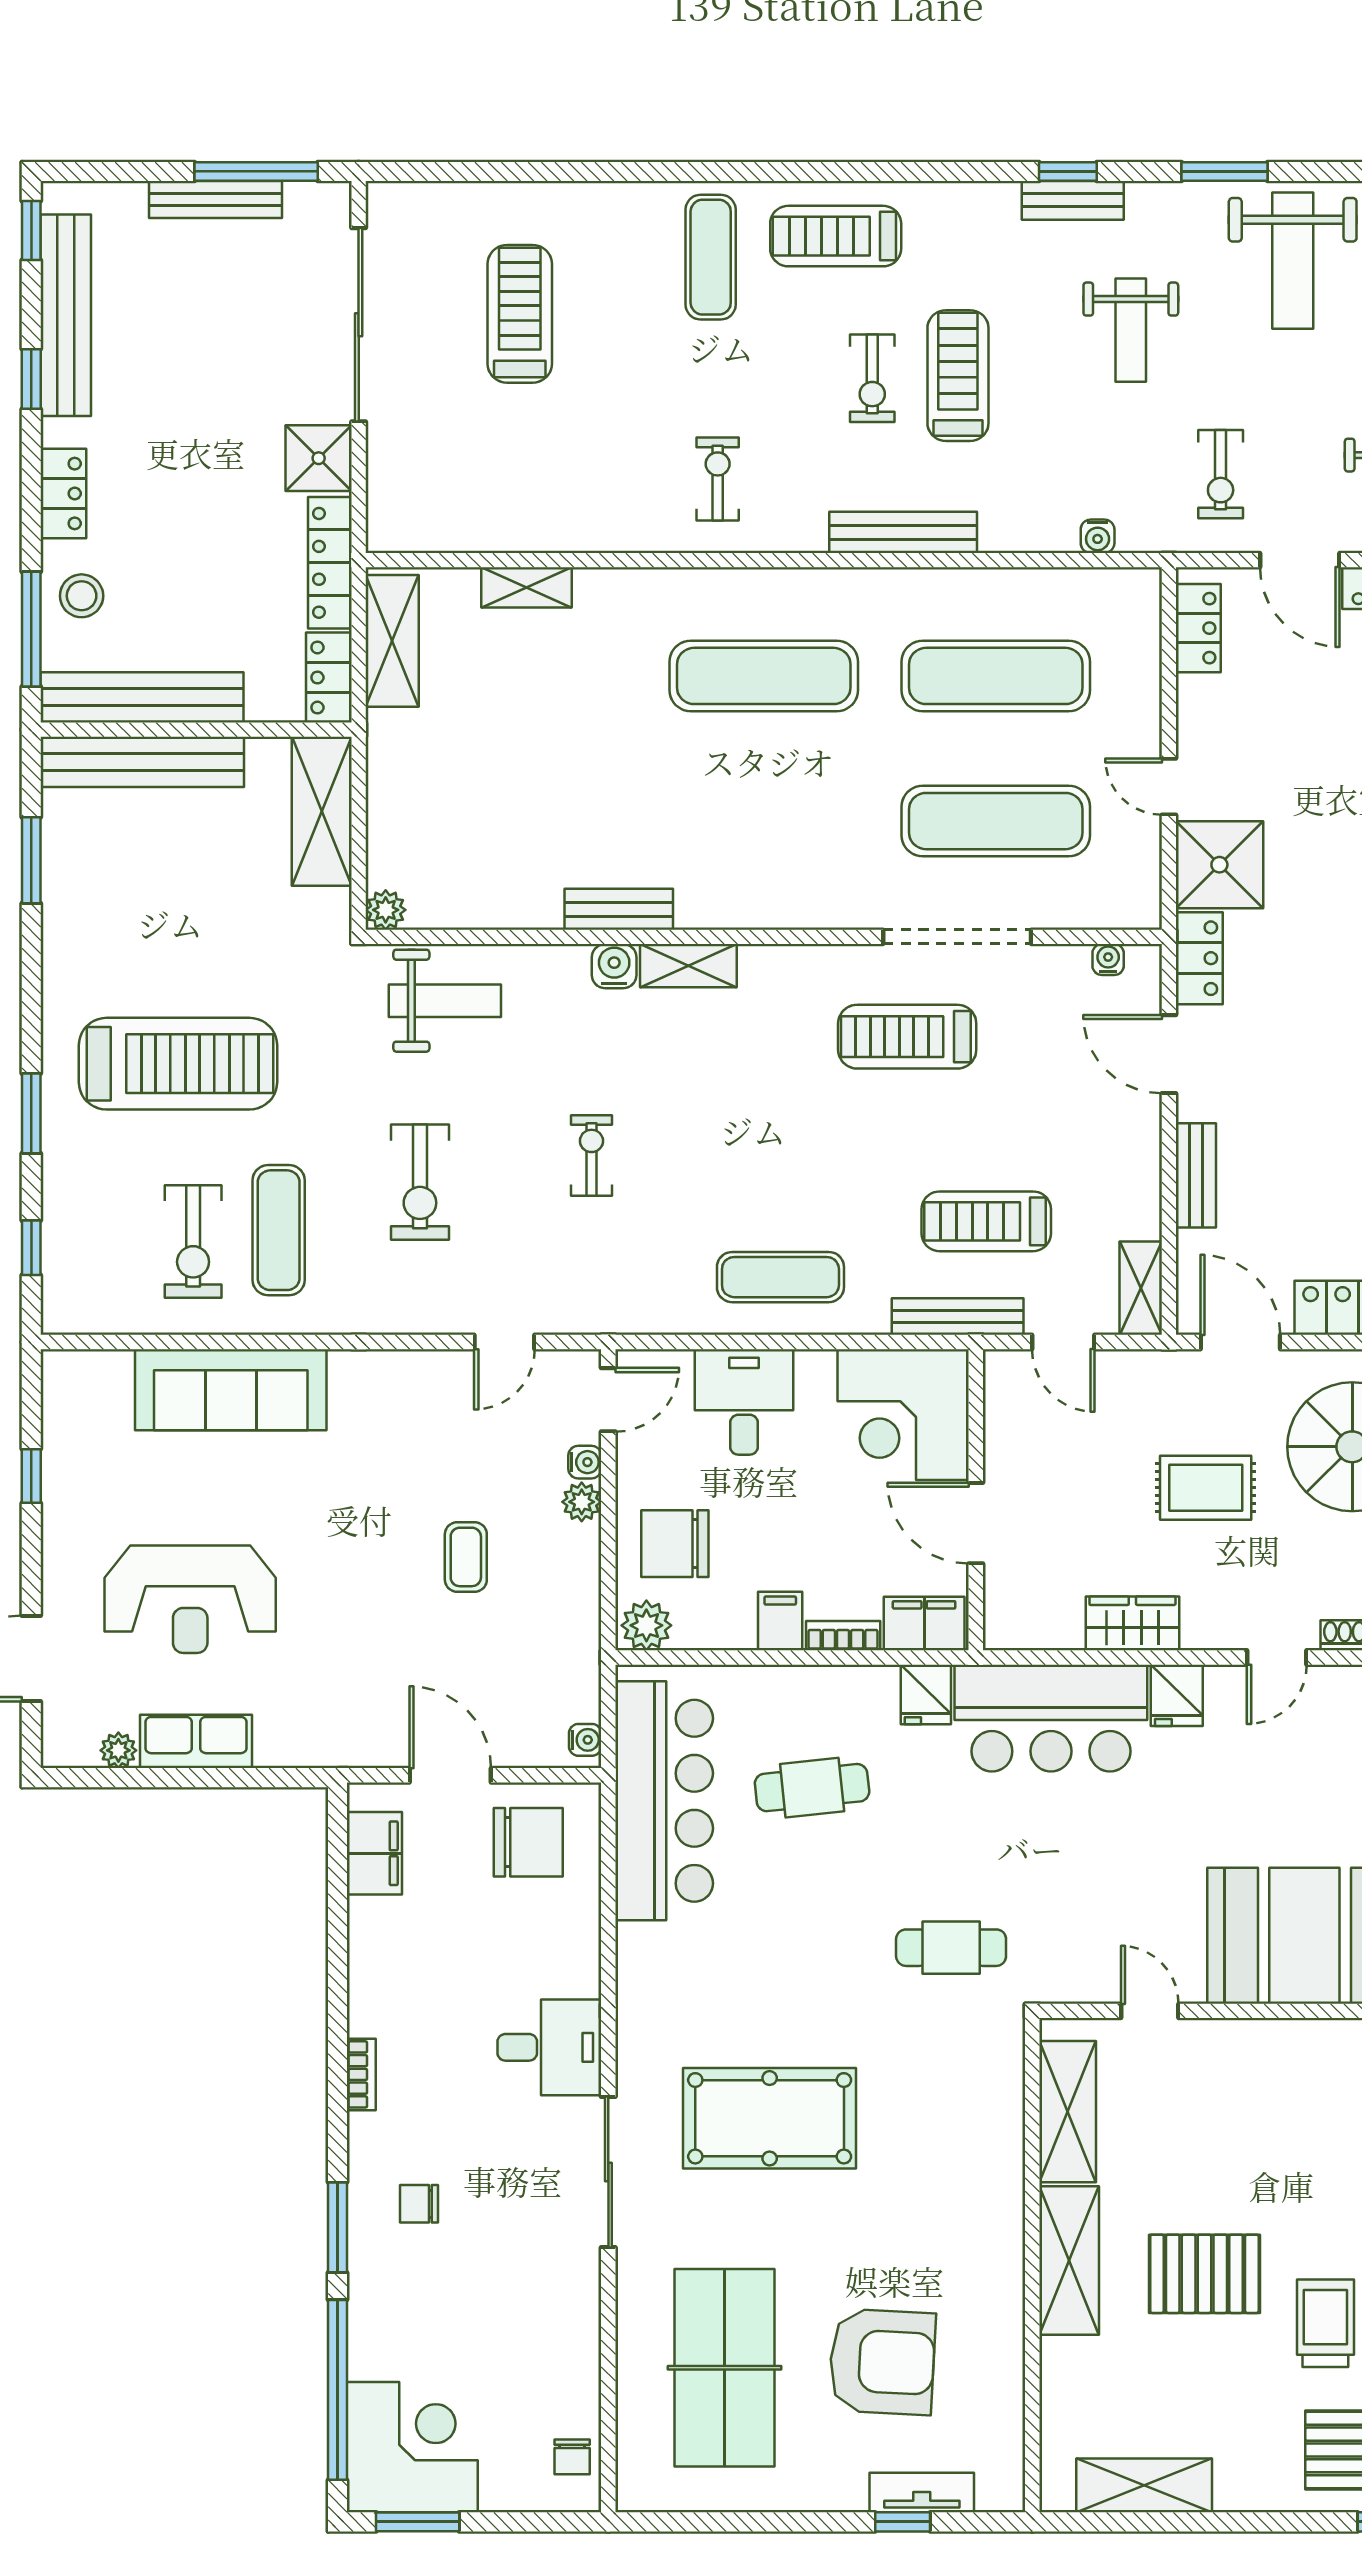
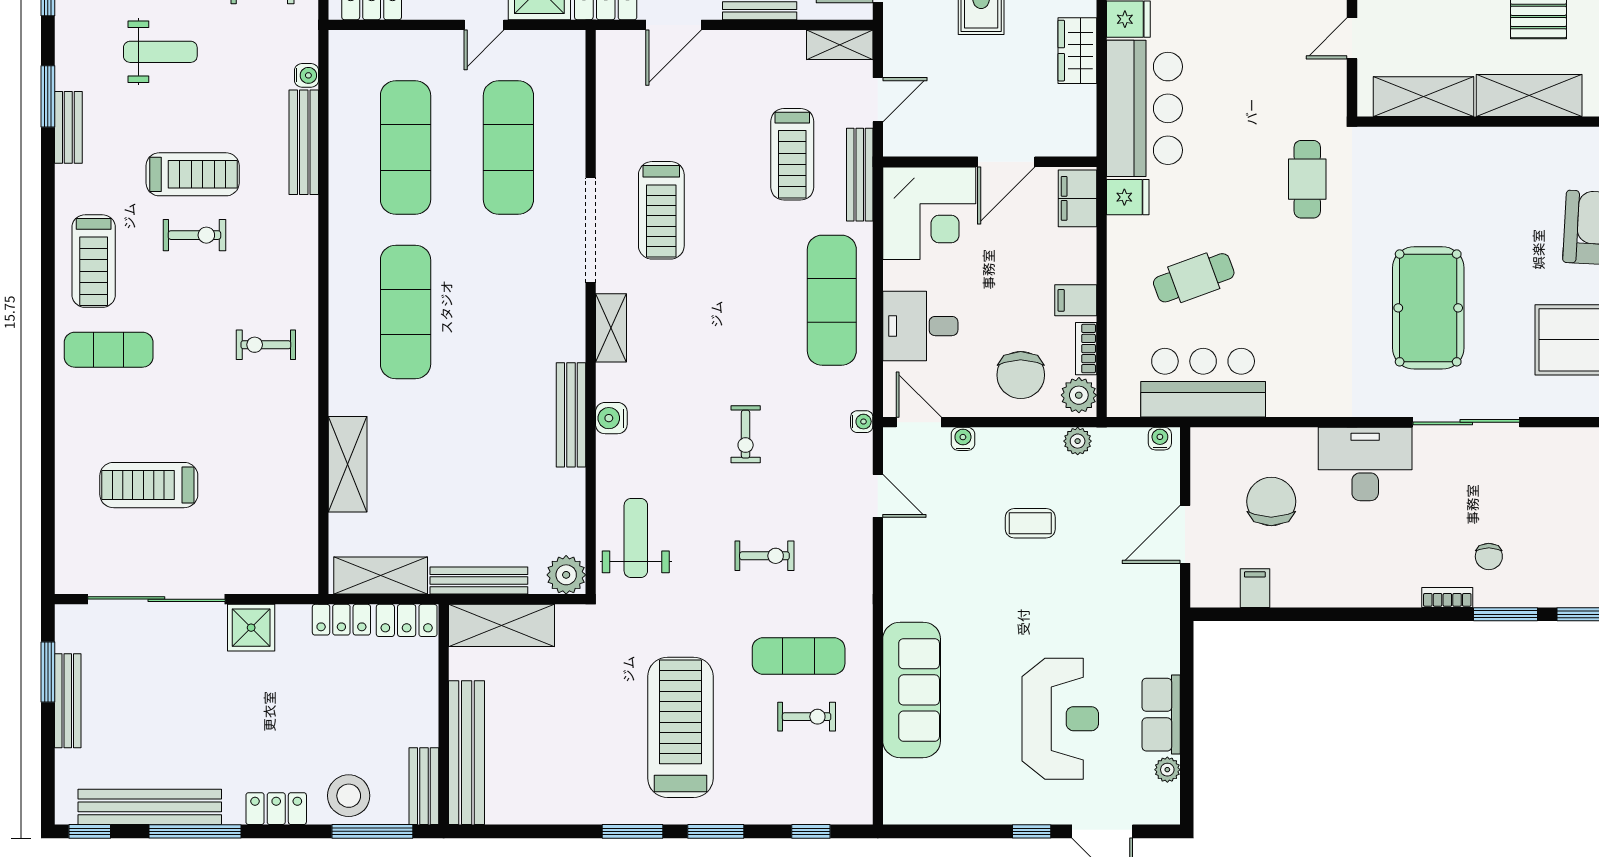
window: (256, 171) -> (48, 672), width x0.69
window: (1068, 171) -> (48, 96), width x1.50
bench: (1073, 200) -> (68, 127), moved
treadmill: (958, 376) -> (193, 174), turned 180
window: (31, 379) -> (195, 831), width x2.17
bench: (903, 532) -> (304, 142), moved
locker: (330, 563) -> (341, 620), width x0.66
shelving: (527, 587) -> (348, 464), width x1.50, depth x1.33
stool: (82, 596) -> (349, 796), width x1.38, depth x1.38
bench: (142, 697) -> (424, 786), width x0.54, depth x0.82
bench: (385, 779) -> (479, 581), added
window: (31, 860) -> (633, 831), moved
bench: (619, 909) -> (571, 415), width x1.36
plant: (386, 910) -> (566, 575), width x1.38, depth x1.38
doorway: (957, 937) -> (591, 230), moved
water cooler: (1108, 960) -> (862, 422), moved, turned 180
shelving: (688, 966) -> (611, 328), moved
exercise bike: (591, 1155) -> (746, 434), turned -90
exercise bike: (420, 1182) -> (764, 556), width x0.73, depth x0.72
exercise bike: (193, 1242) -> (807, 717), width x0.73, depth x0.72
exercise mat: (780, 1277) -> (832, 300), width x1.36, depth x1.45
window: (31, 1476) -> (1032, 831), moved
plant: (582, 1502) -> (1078, 441), moved
bookcase: (843, 1636) -> (1086, 349), moved
cafe table: (812, 1788) -> (1194, 278), turned 76
bar counter: (664, 1801) -> (1203, 383), width x0.73
chair: (528, 1842) -> (1271, 501), moved
filing cabinet: (374, 1853) -> (1255, 588), width x0.50
desk: (549, 2047) -> (1365, 464), width x1.37
bookcase: (361, 2074) -> (1447, 597), moved

